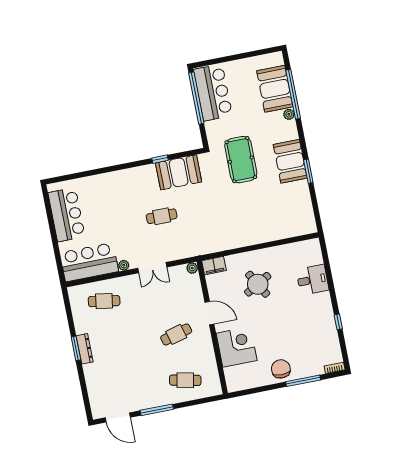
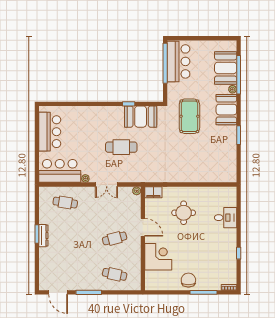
booth: (290, 161) -> (226, 110), moved
cafe table: (162, 216) -> (121, 147), width x1.37, depth x1.35
round table: (258, 284) -> (184, 213), turned 30

